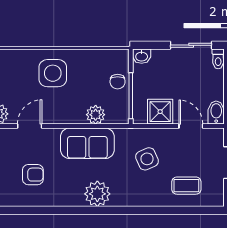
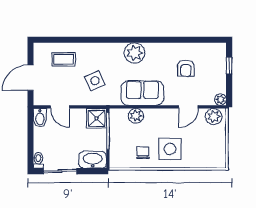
washbasin: (142, 56) -> (93, 160), width x1.91, depth x1.45
chair: (118, 82) -> (143, 153), moved
shower: (160, 112) -> (97, 118), moved
armchair: (33, 175) -> (186, 68), turned -90

